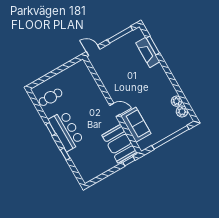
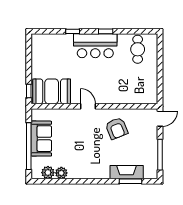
armchair: (119, 79) -> (117, 128), added
door: (115, 110) -> (88, 106), swing flipped
sofa: (136, 125) -> (41, 139), moved, turned -90

